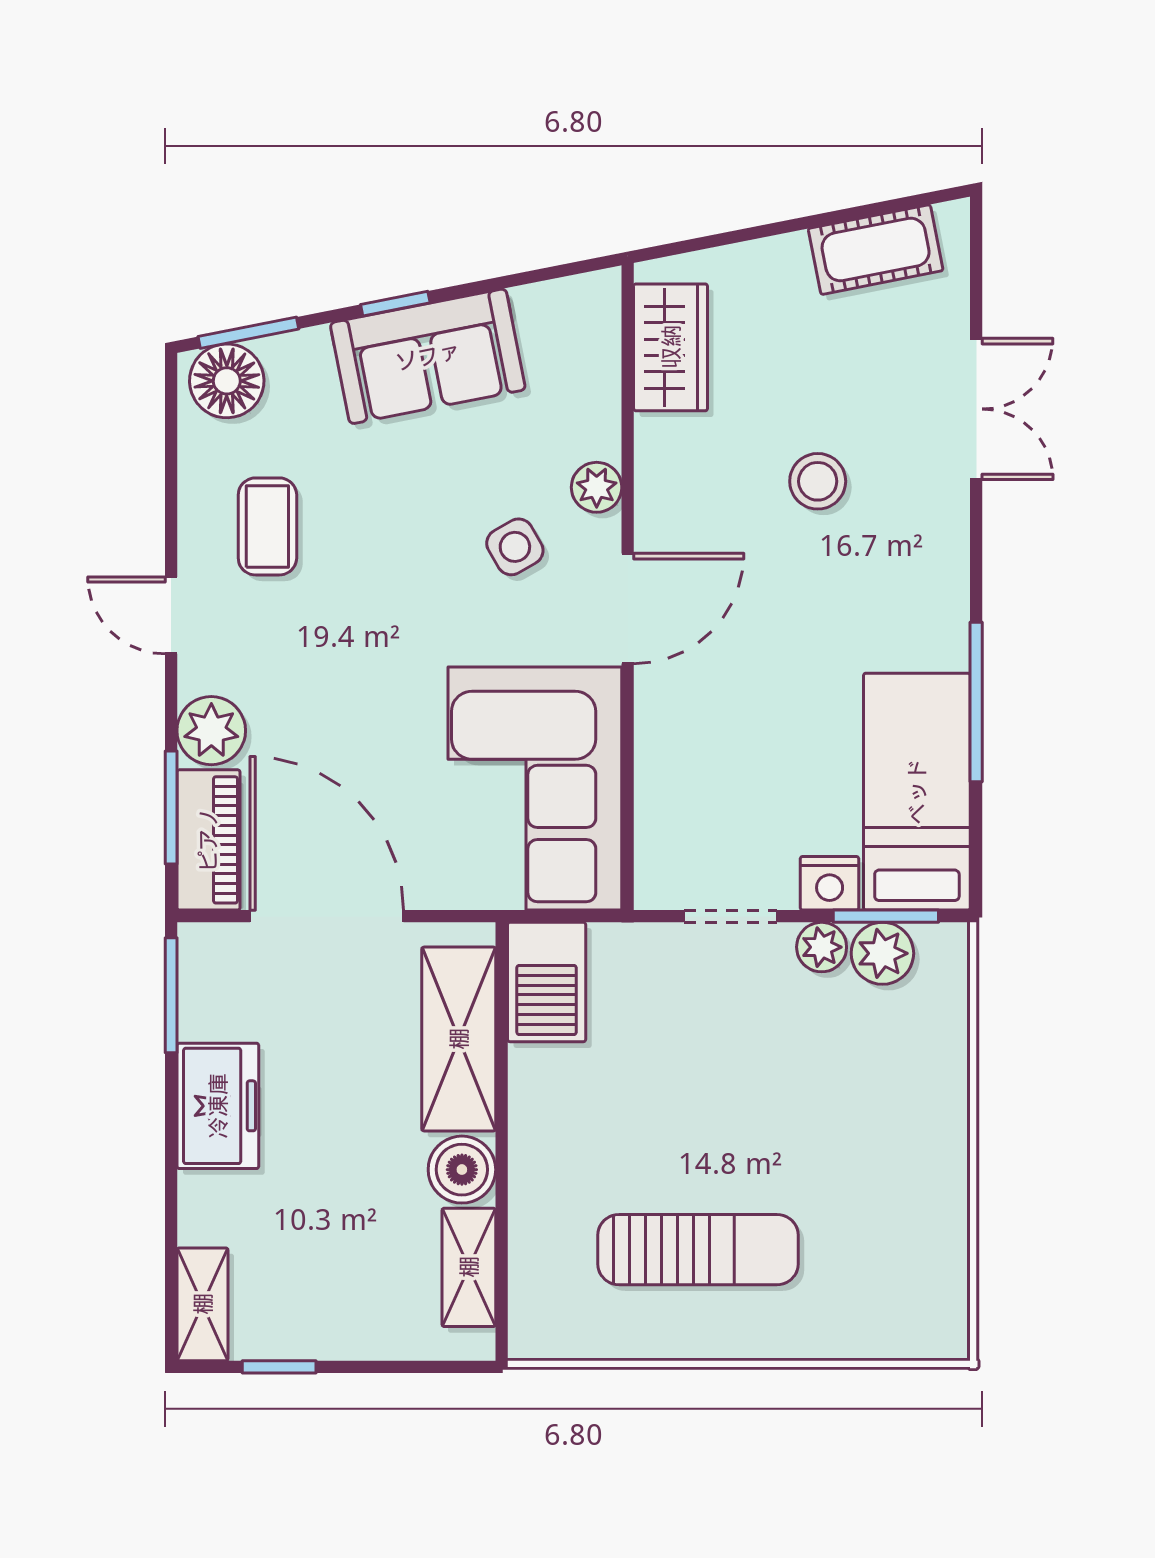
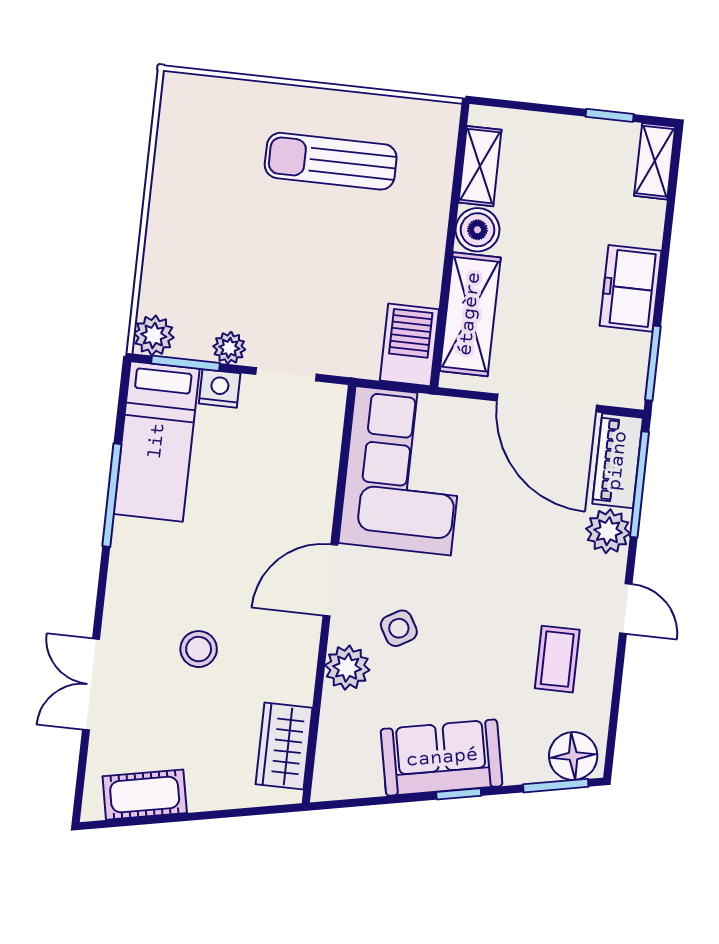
plant: (597, 487) -> (347, 668), width x1.38, depth x1.38
window: (171, 807) -> (640, 484), width x1.44
plant: (882, 953) -> (154, 335), moved

